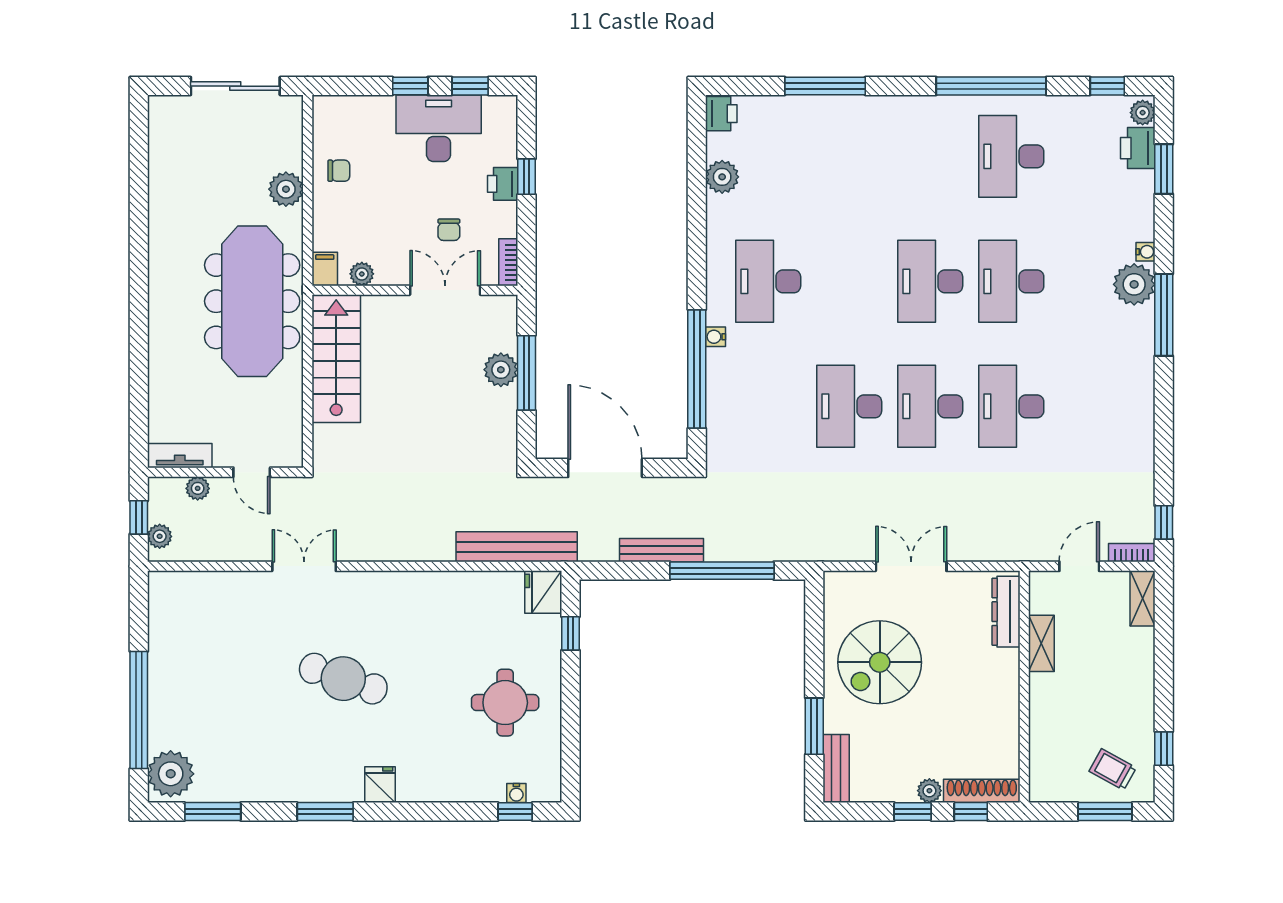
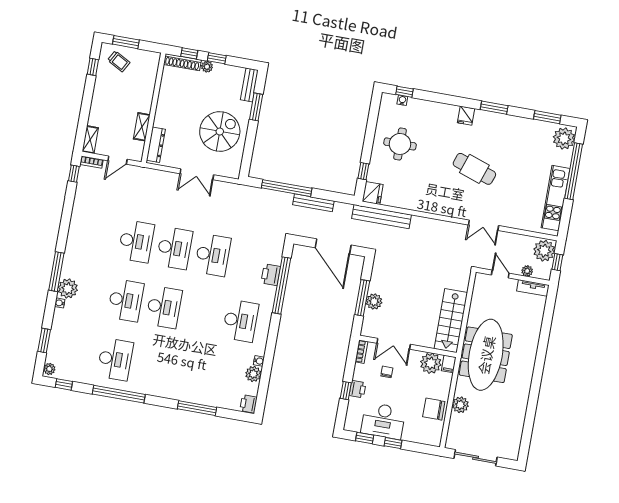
printer: (1138, 148) -> (271, 275), moved, turned 180
chair: (339, 171) -> (434, 409), width x1.87, depth x1.87
plant: (362, 274) -> (431, 363), width x1.88, depth x1.88
water cooler: (715, 337) -> (259, 361), moved
plant: (160, 536) -> (544, 251), width x1.88, depth x1.88
kitchen unit: (166, 648) -> (555, 198), added

